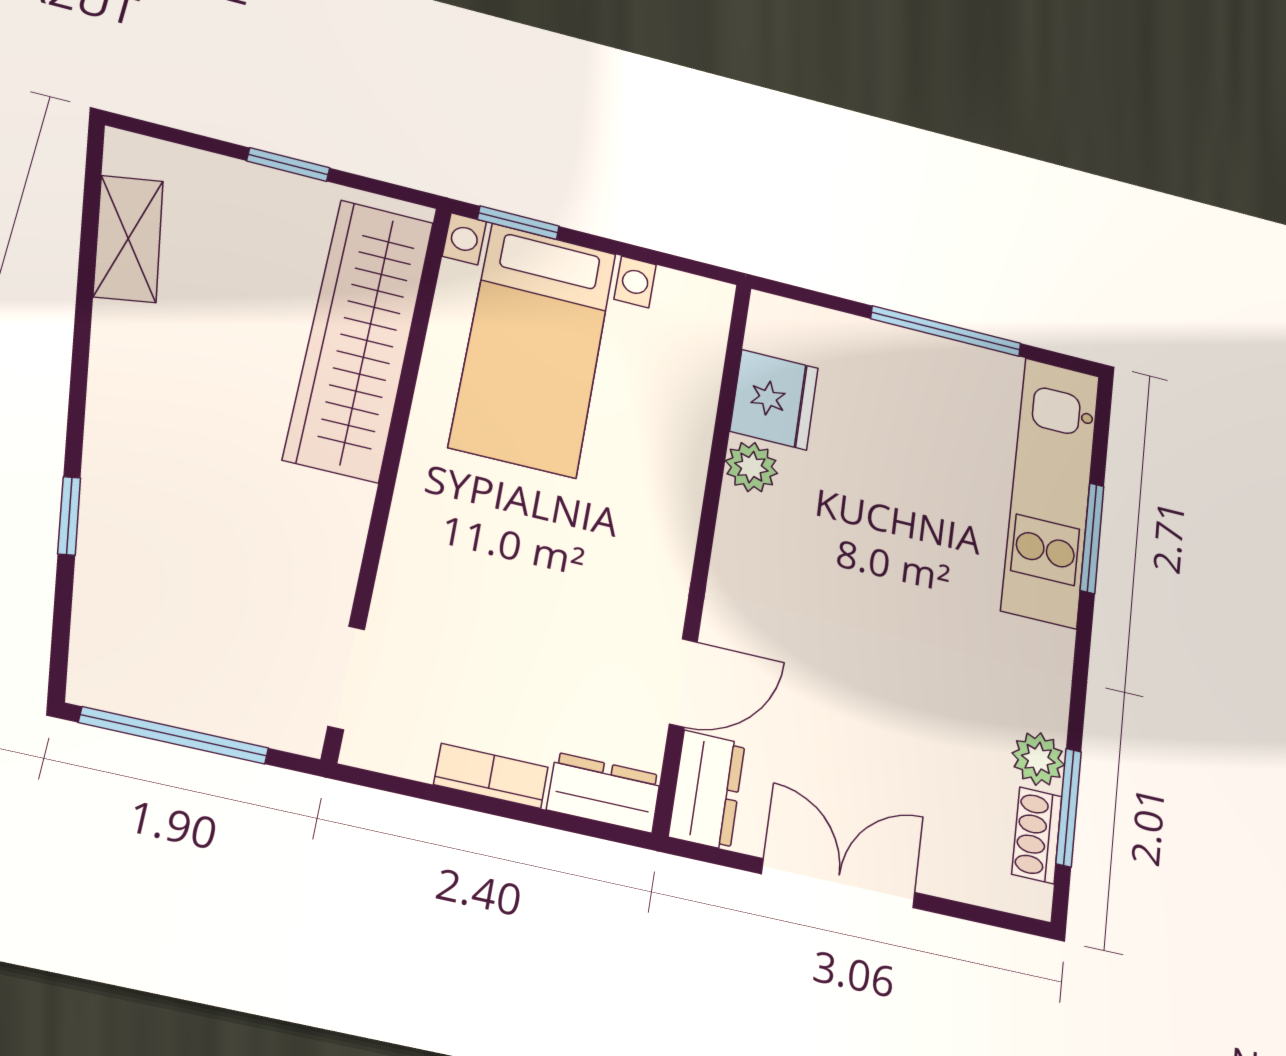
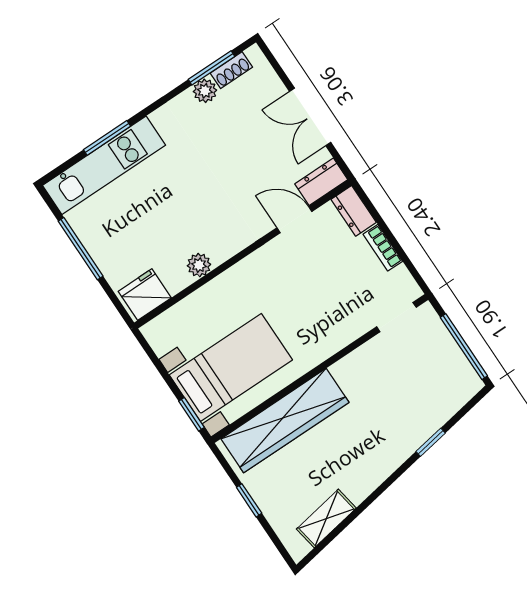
fridge: (774, 400) -> (145, 295), moved

